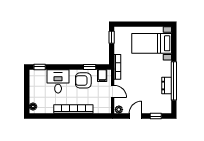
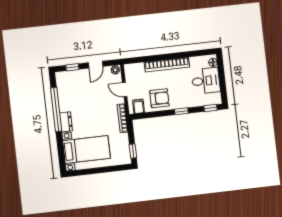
window: (90, 67) -> (181, 111), moved
desk: (58, 81) -> (206, 81), moved, turned -90
dresser: (167, 86) -> (66, 122), moved

